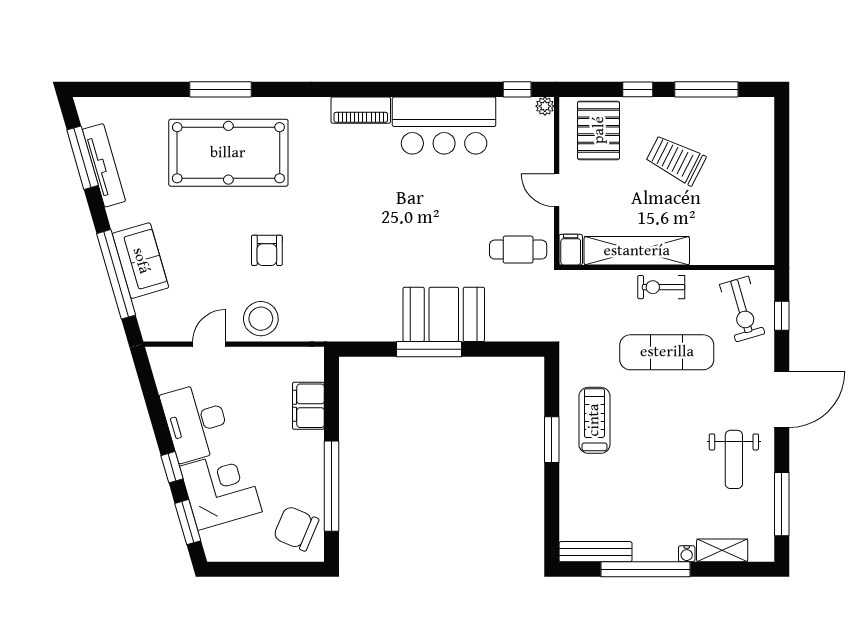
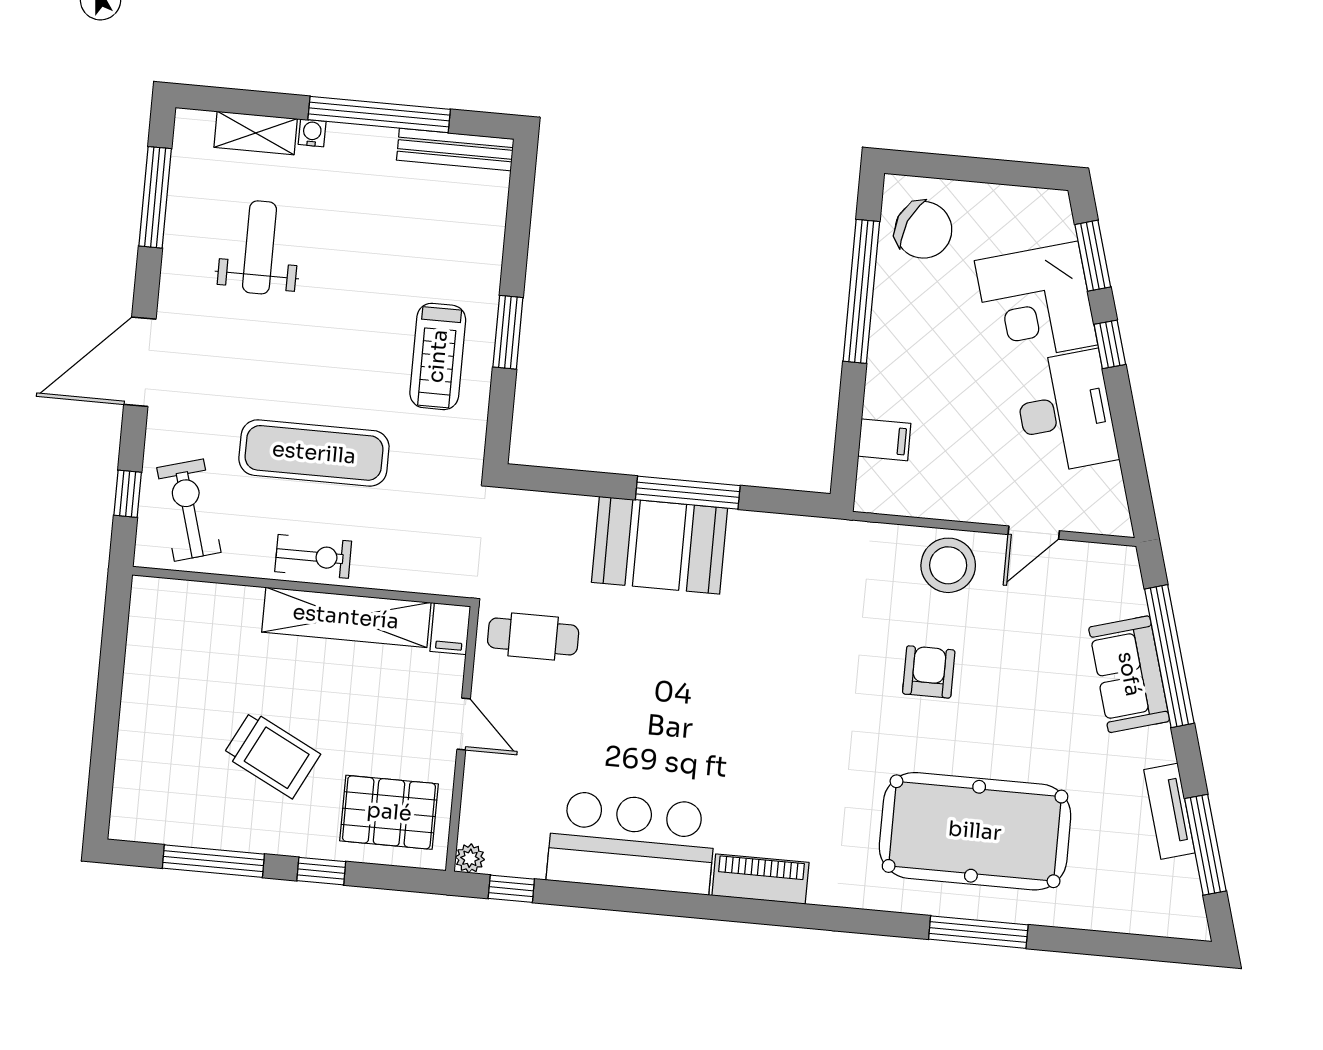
pallet: (599, 130) -> (389, 812), turned 90
tv unit: (104, 165) -> (1169, 811), width x0.71
filing cabinet: (308, 406) -> (884, 440), width x0.50
weight bench: (734, 459) -> (260, 247), moved

